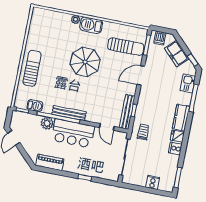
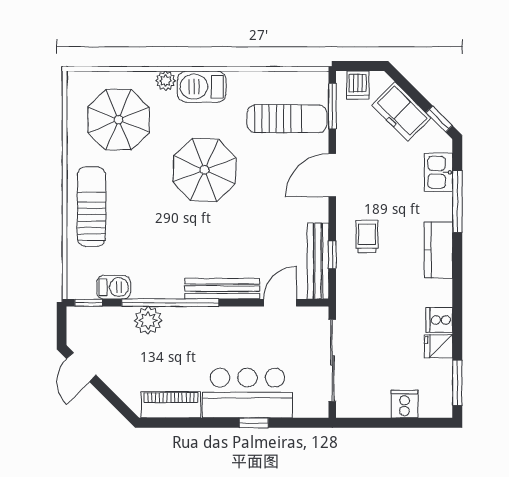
parasol: (52, 32) -> (119, 120), added
bench: (69, 113) -> (222, 289), moved
door: (107, 127) -> (280, 303), swing flipped
trolley: (143, 132) -> (367, 237), moved
bar counter: (73, 133) -> (247, 393), moved, turned 180
fridge: (177, 136) -> (438, 346), moved

